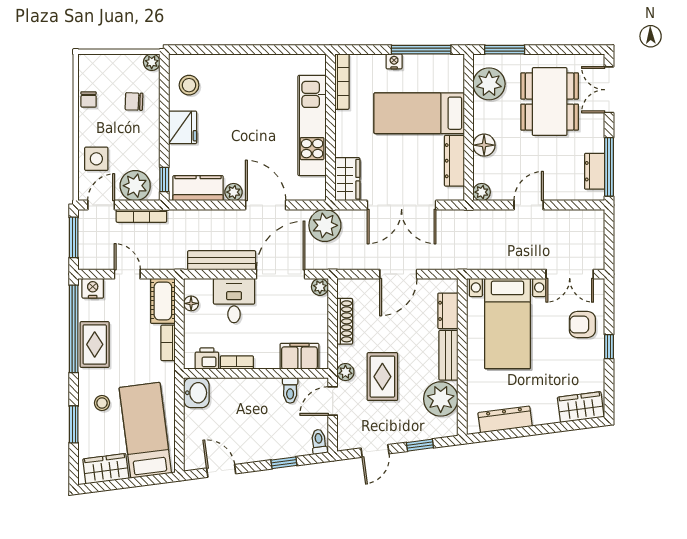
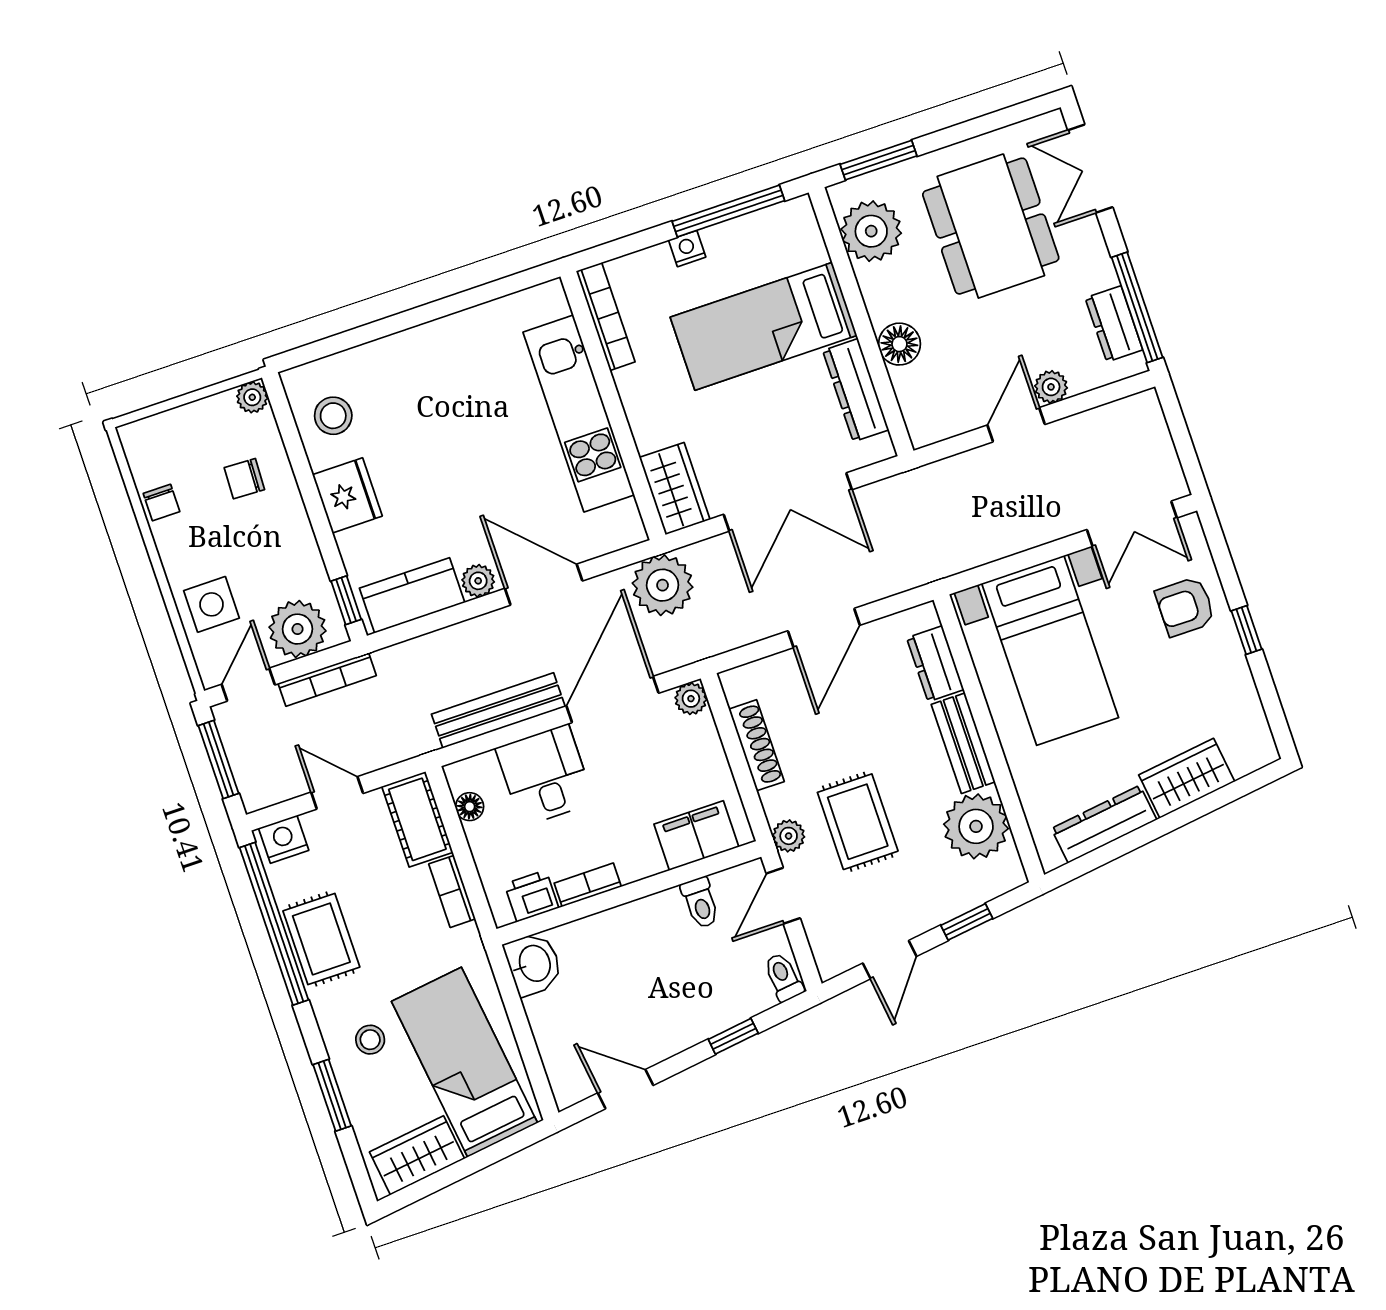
plant: (482, 192) -> (1051, 387), moved
wardrobe: (581, 407) -> (1187, 778), moved

